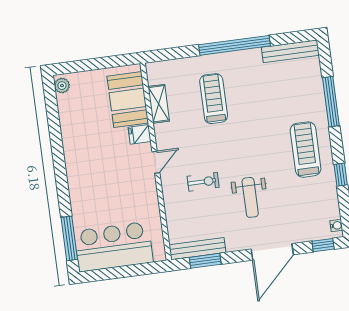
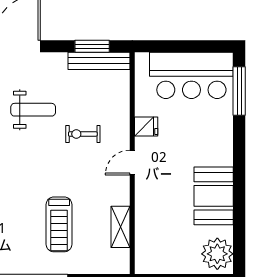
plant: (62, 86) -> (217, 254), width x1.88, depth x1.88
booth: (128, 100) -> (214, 196), moved
fridge: (140, 134) -> (146, 127), moved
weight bench: (250, 197) -> (33, 110), turned 90

